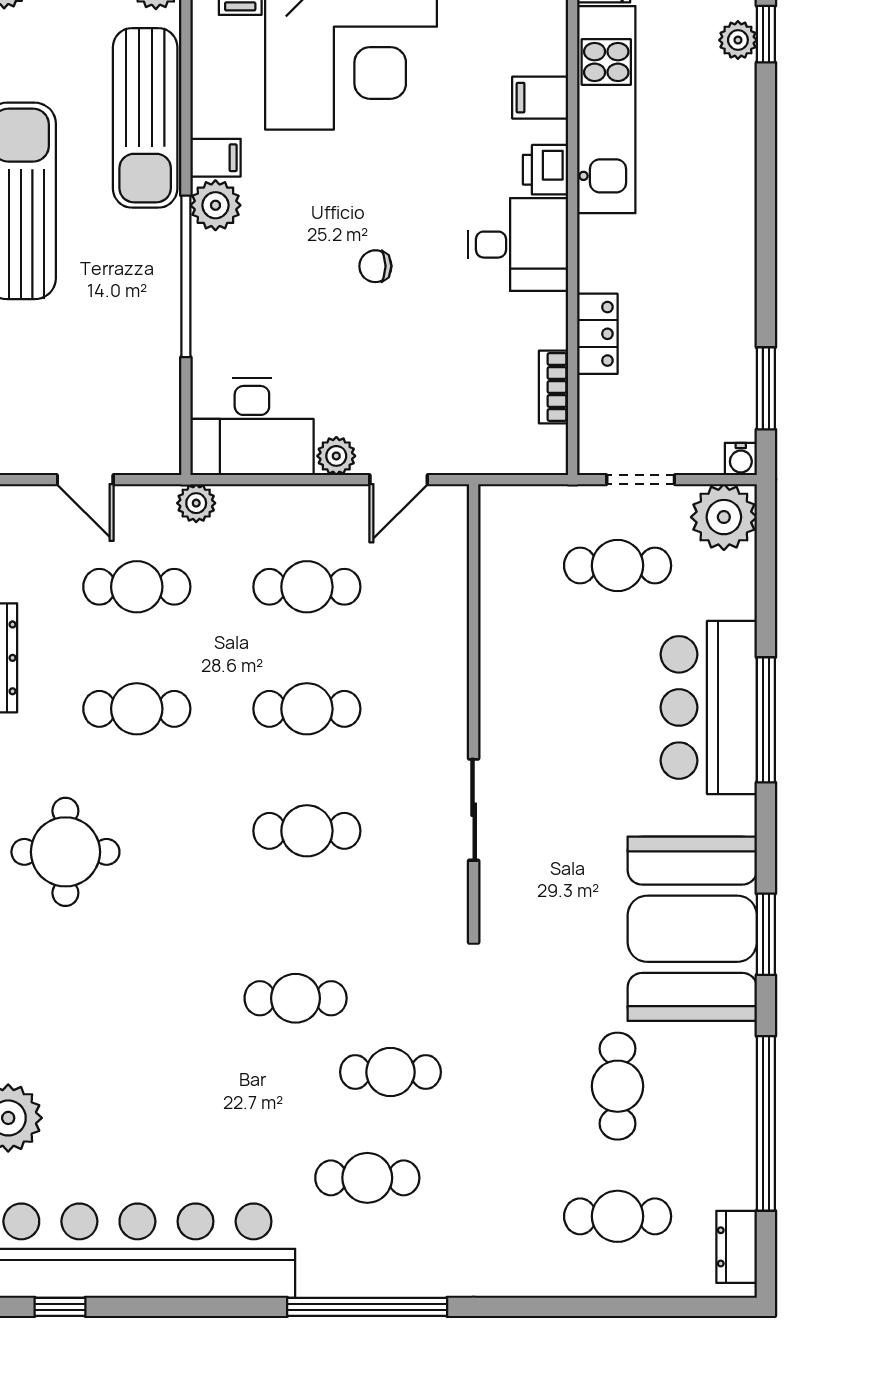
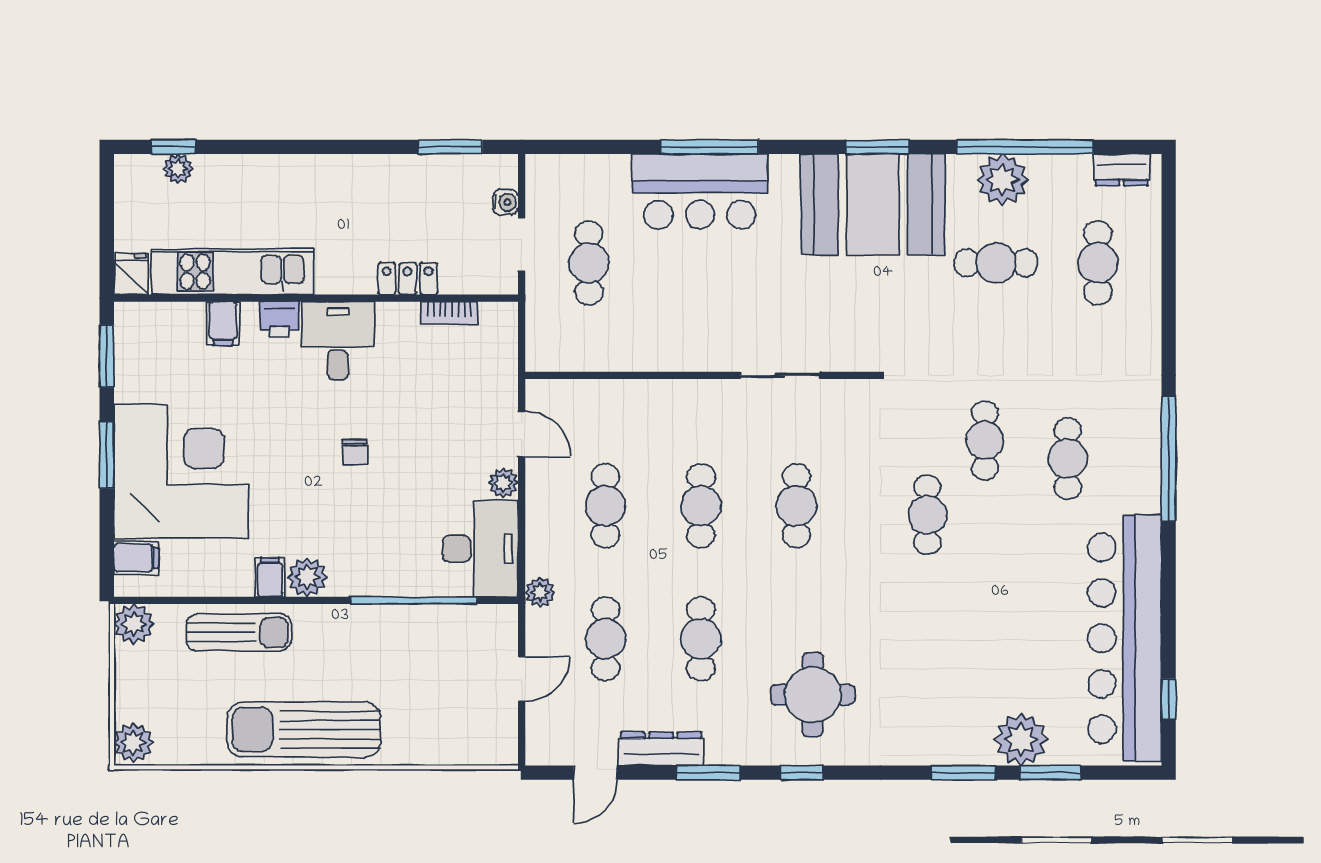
sun lounger: (145, 118) -> (239, 632), width x0.73, depth x0.75
window: (186, 276) -> (414, 600), moved
water cooler: (741, 459) -> (506, 202), moved
plant: (724, 517) -> (1002, 180), moved

